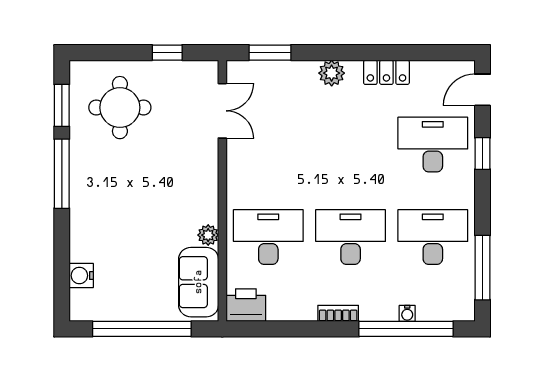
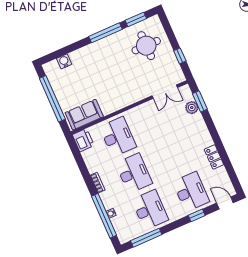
plant: (332, 73) -> (192, 108), moved
plant: (208, 235) -> (107, 110), removed

